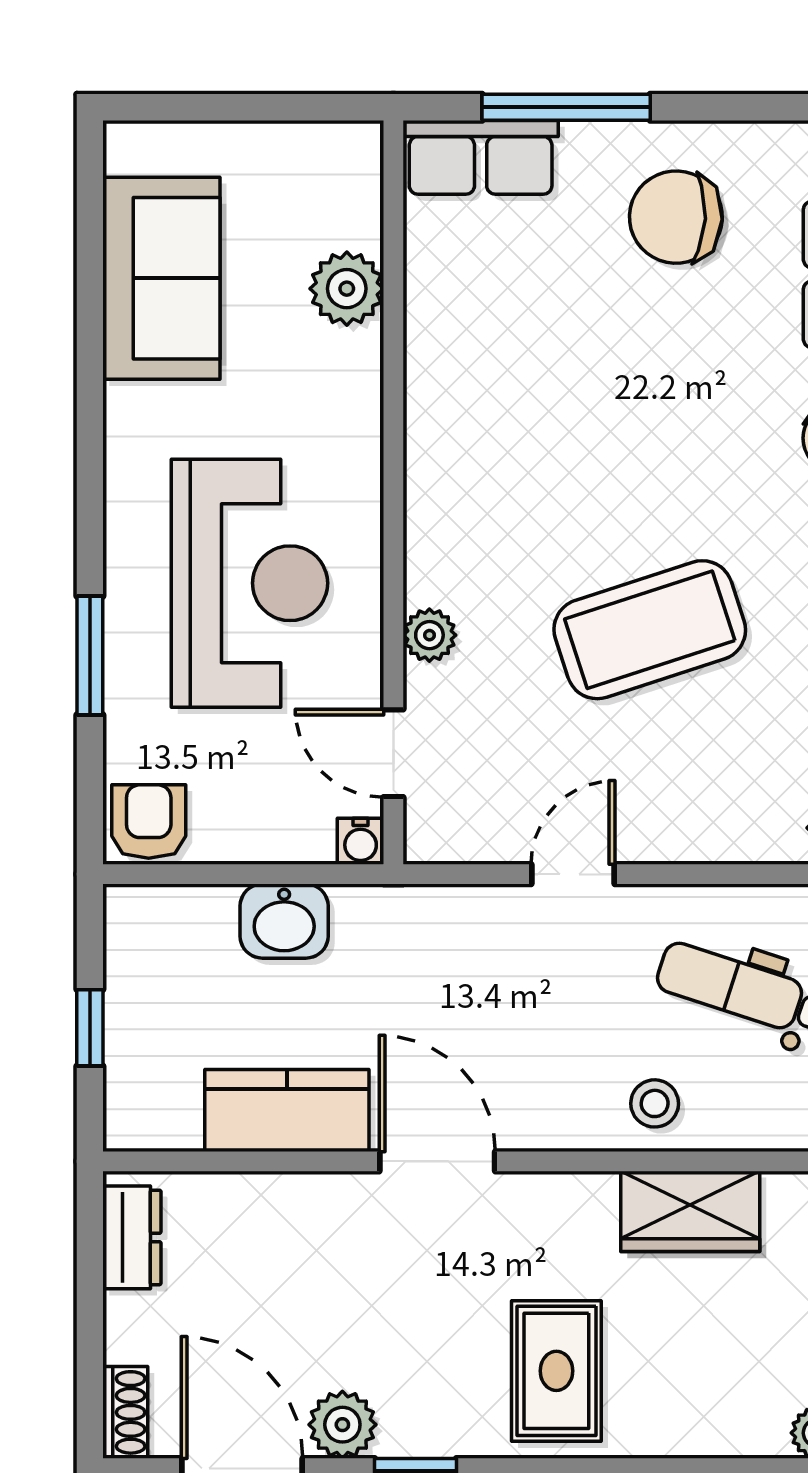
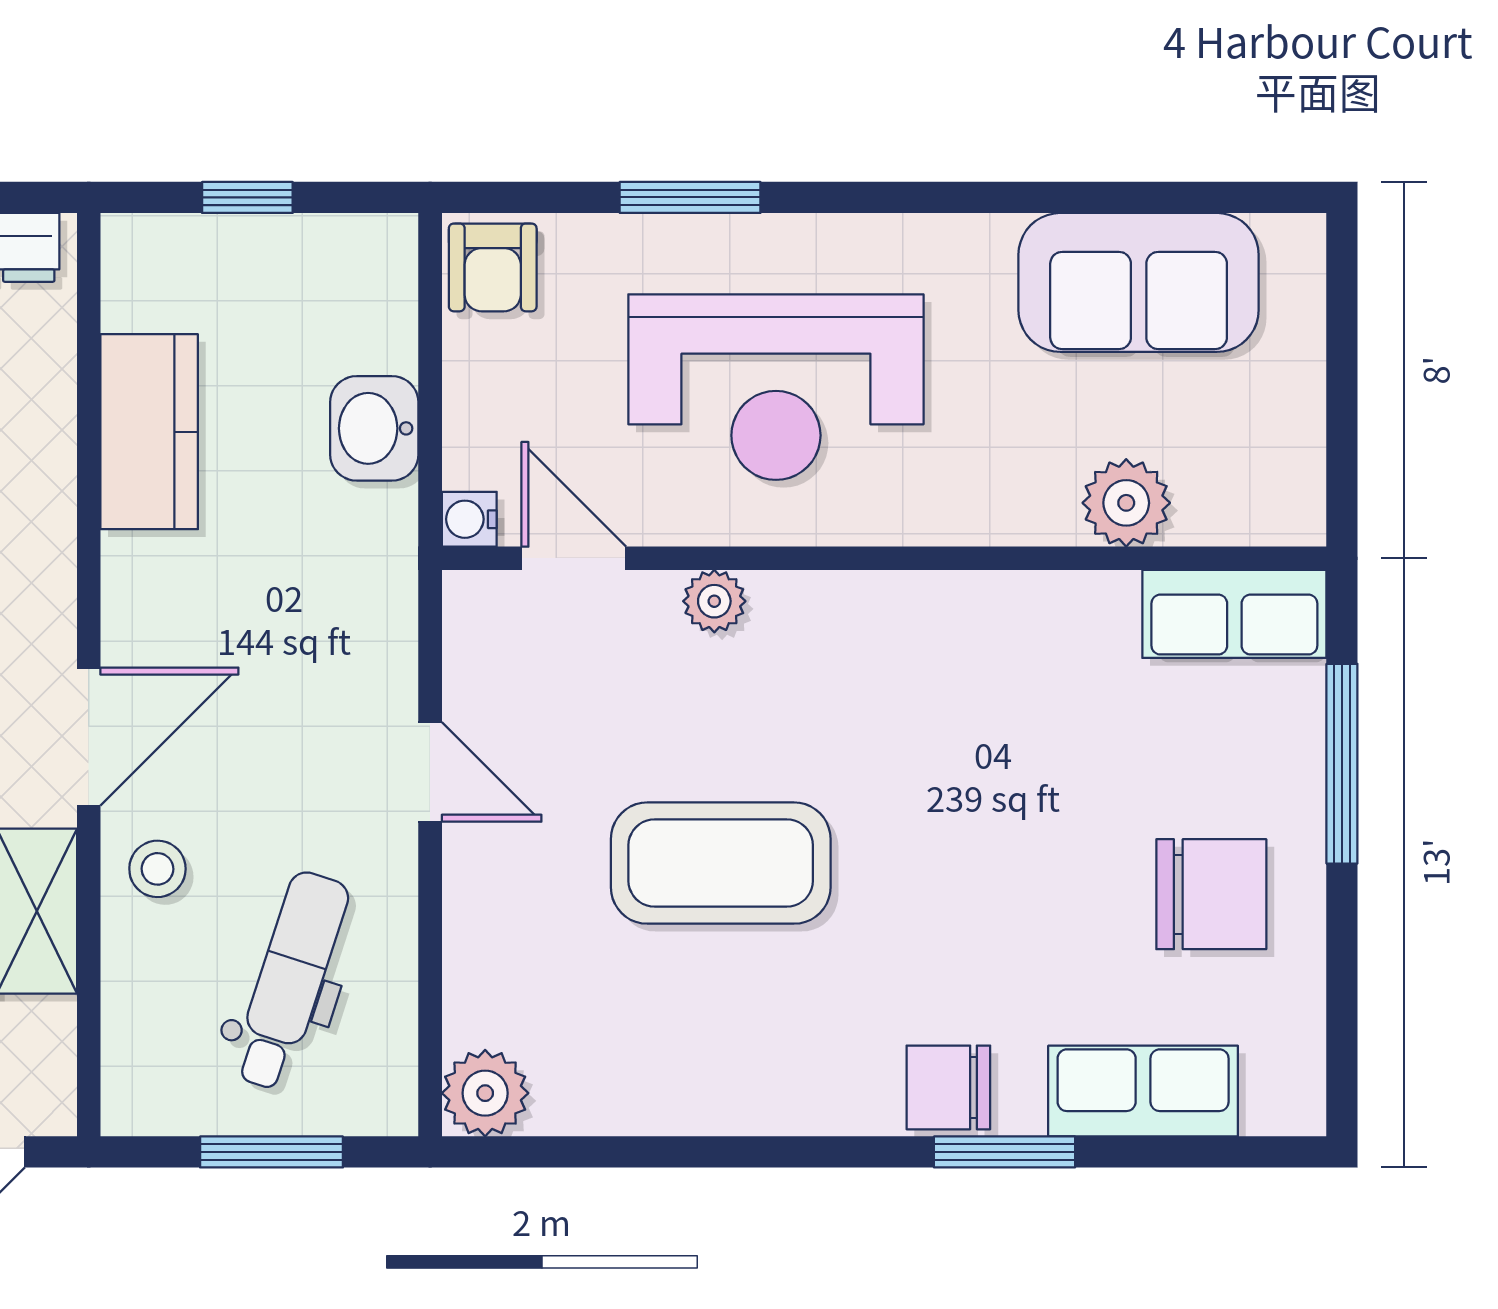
row of seats: (481, 157) -> (1234, 614), moved, turned -90
chair: (676, 217) -> (1211, 894), turned 87
coffee table: (650, 630) -> (721, 863), turned -72
door: (393, 753) -> (574, 558), hinge flipped
armchair: (149, 821) -> (493, 267), turned 90
door: (437, 1161) -> (89, 737), moved

